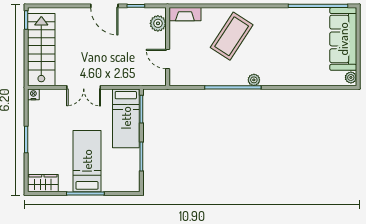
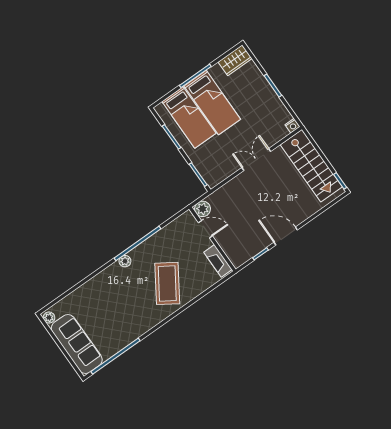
fireplace: (185, 14) -> (218, 261), moved, turned -90
plant: (158, 23) -> (203, 209), moved
bed: (126, 118) -> (189, 117), moved, turned 180

